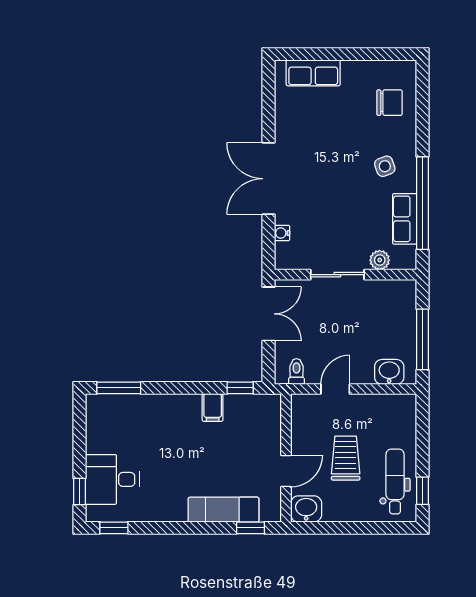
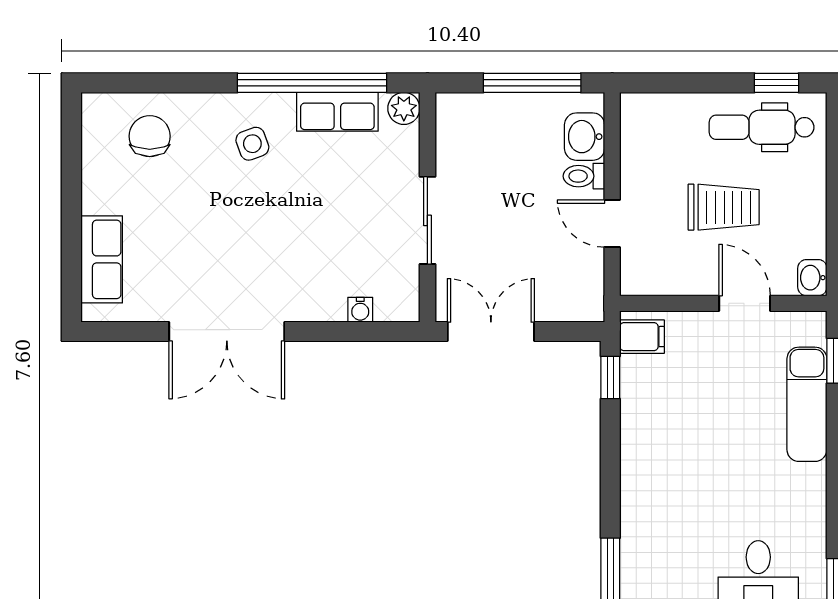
double door: (268, 179) -> (227, 332), moved
plant: (380, 260) -> (404, 108), moved
toilet: (296, 371) -> (584, 176), moved
filing cabinet: (213, 407) -> (642, 337), moved
trolley: (346, 458) -> (724, 207), turned 180
washbasin: (306, 509) -> (812, 278), width x0.72, depth x0.69

